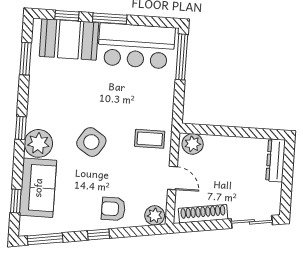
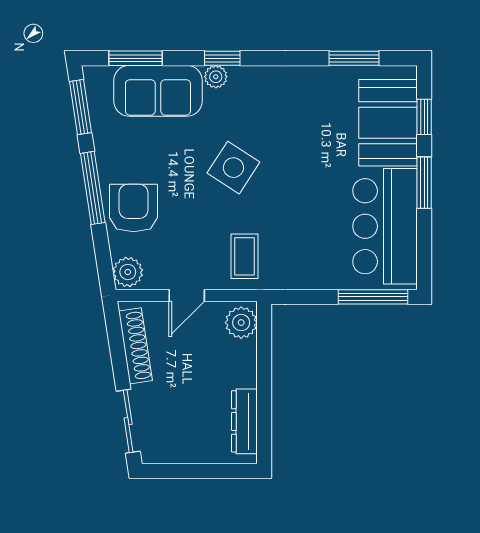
window: (21, 128) -> (222, 58), moved
plant: (38, 143) -> (216, 77), width x0.53, depth x0.53
dresser: (276, 160) -> (244, 421), moved, turned -90
window: (16, 201) -> (135, 58), width x1.50
armchair: (113, 209) -> (134, 208), width x1.38, depth x1.38
window: (98, 235) -> (93, 188), width x2.17

